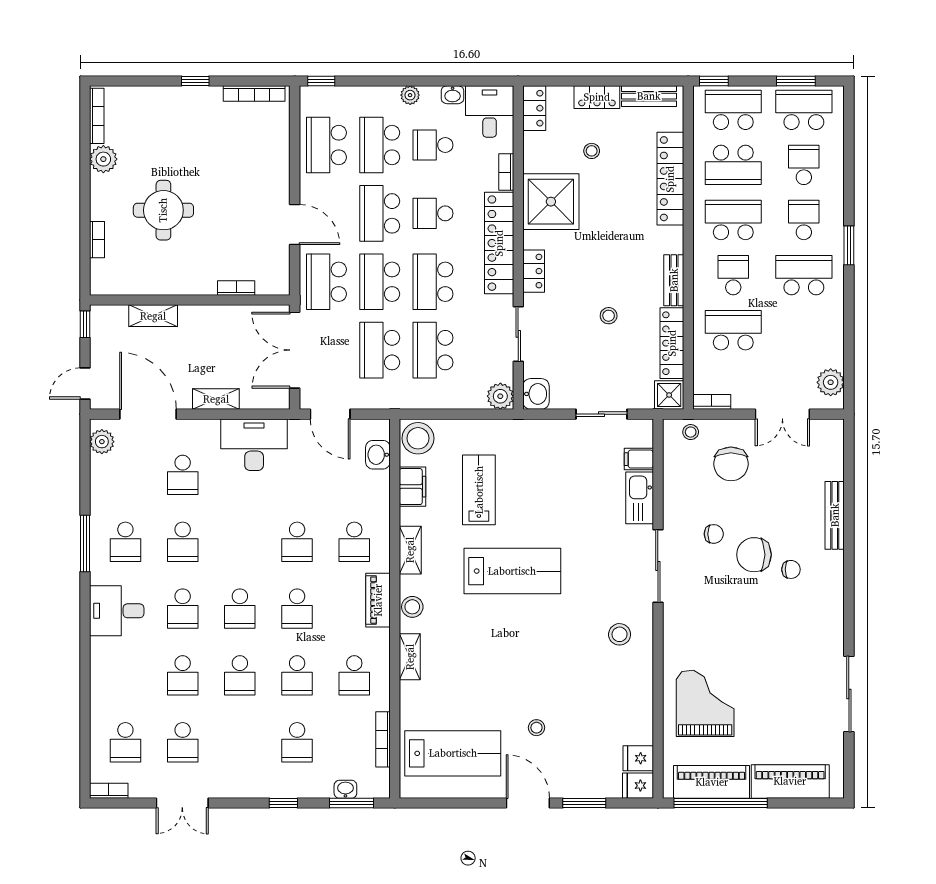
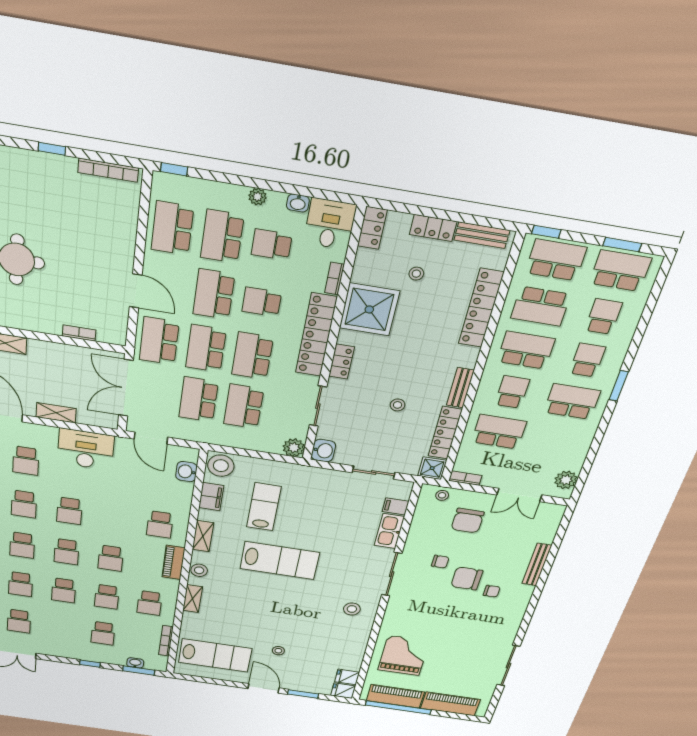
school desk: (297, 542) -> (69, 511), moved

